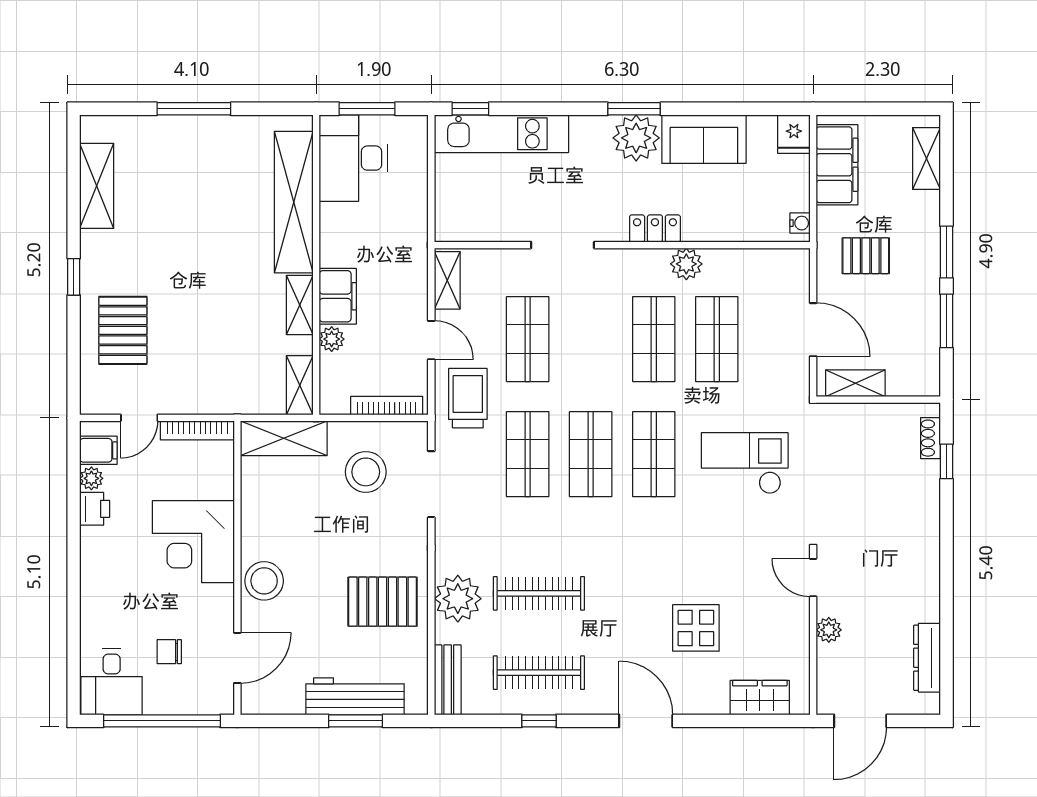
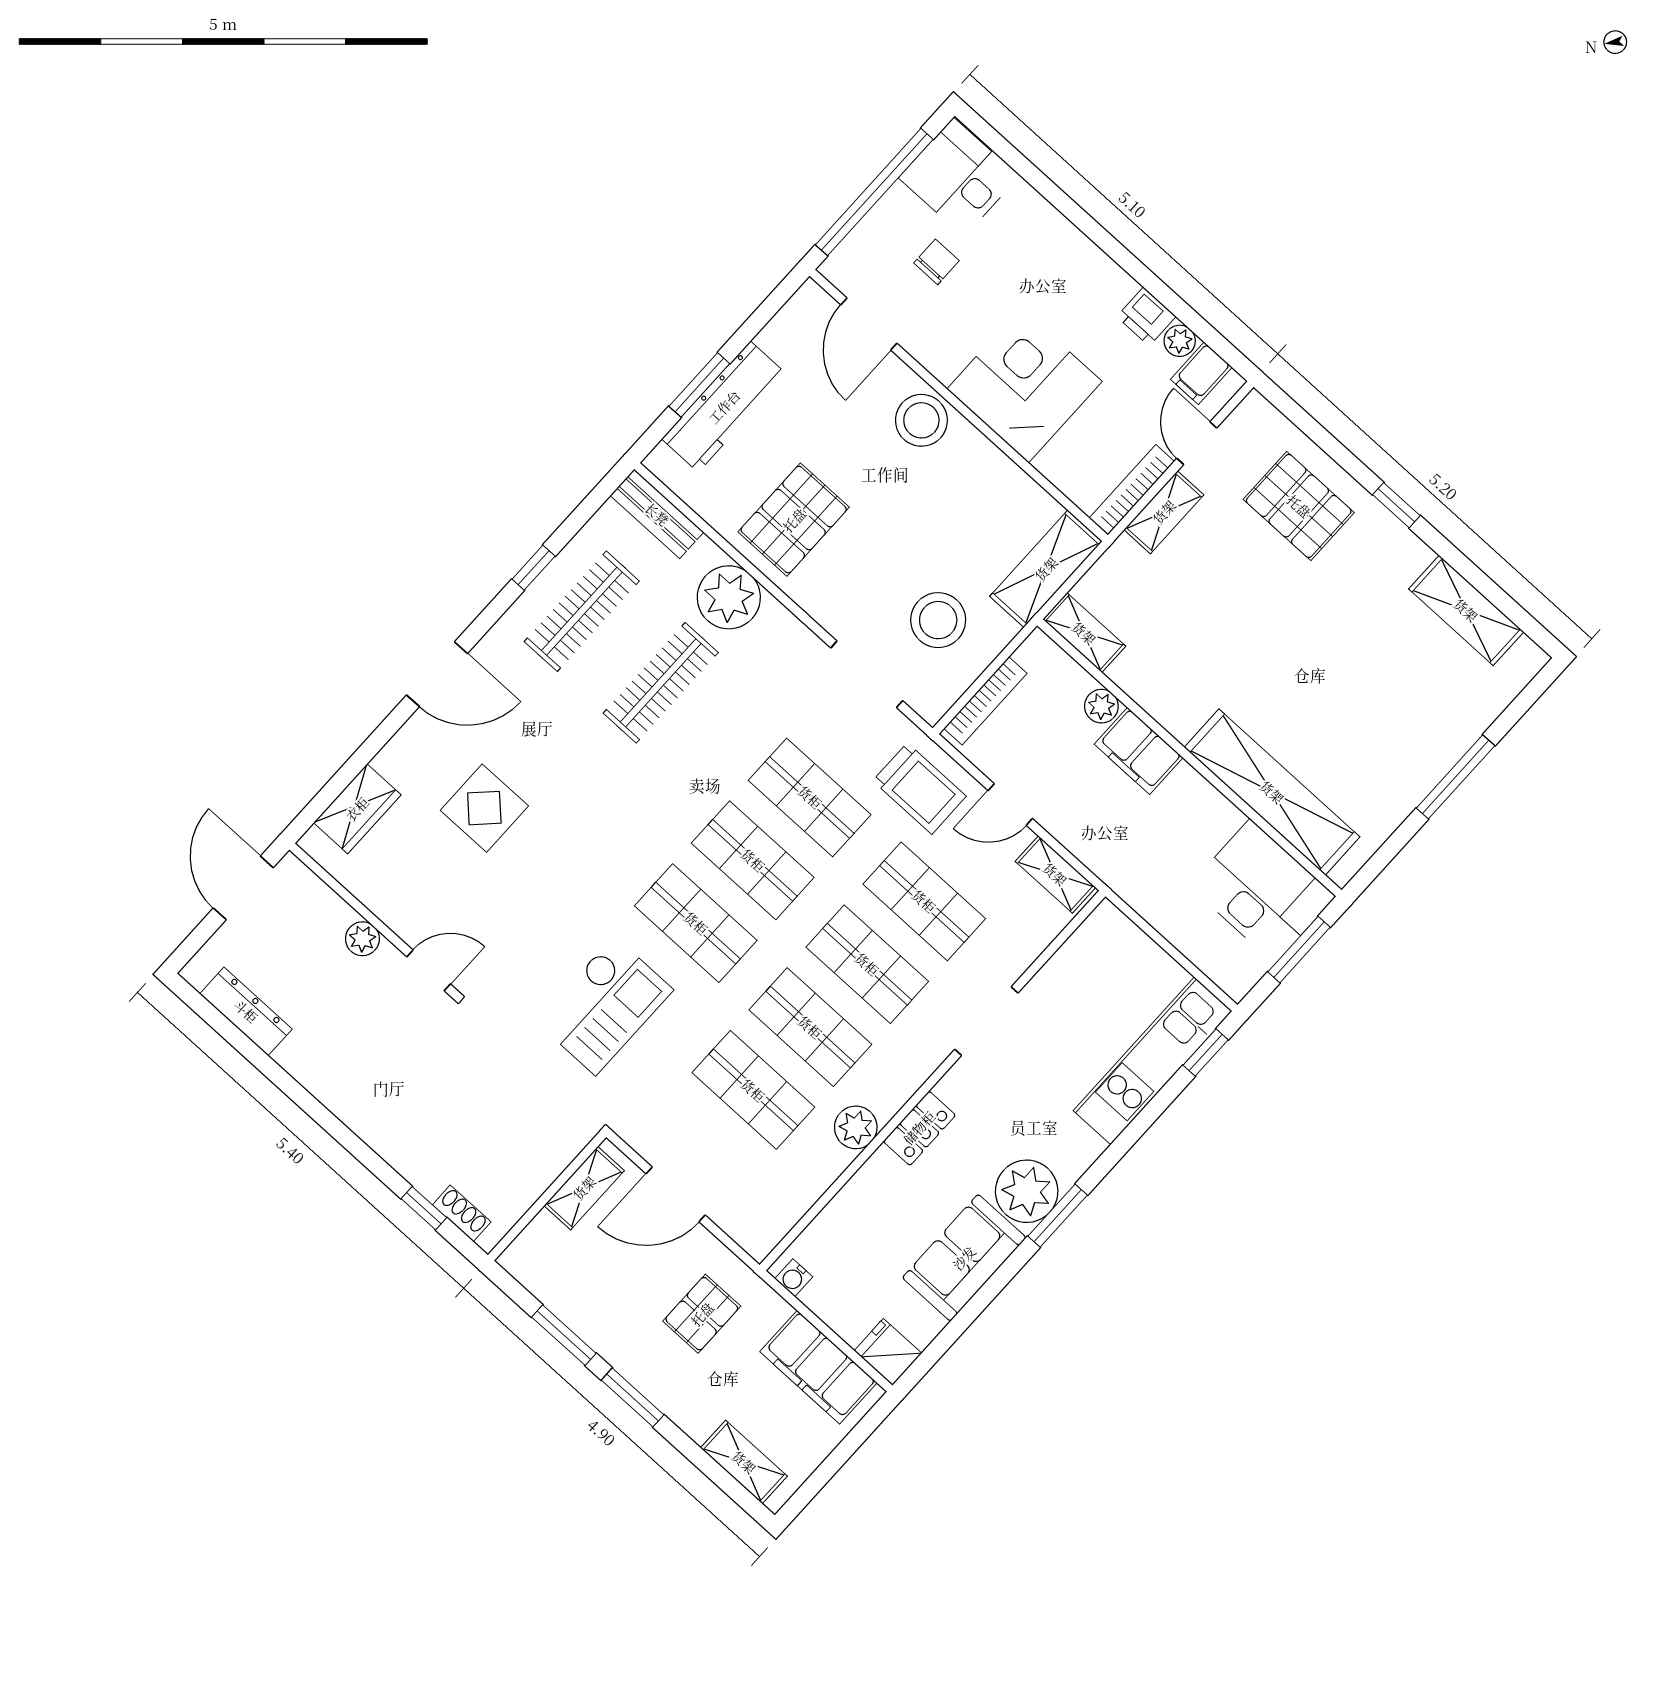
shelving: (300, 305) -> (1164, 512), moved, turned 90
shop shelf: (591, 339) -> (867, 964), added

